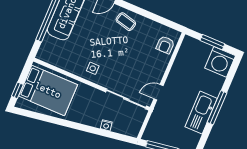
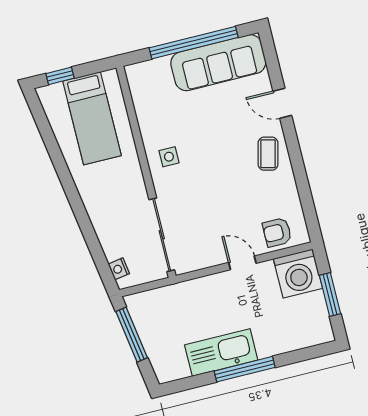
washing machine: (220, 62) -> (298, 273), moved, turned -90
bed: (48, 90) -> (92, 118), width x0.67
door: (158, 92) -> (242, 263), moved
nightstand: (106, 125) -> (119, 269), moved

